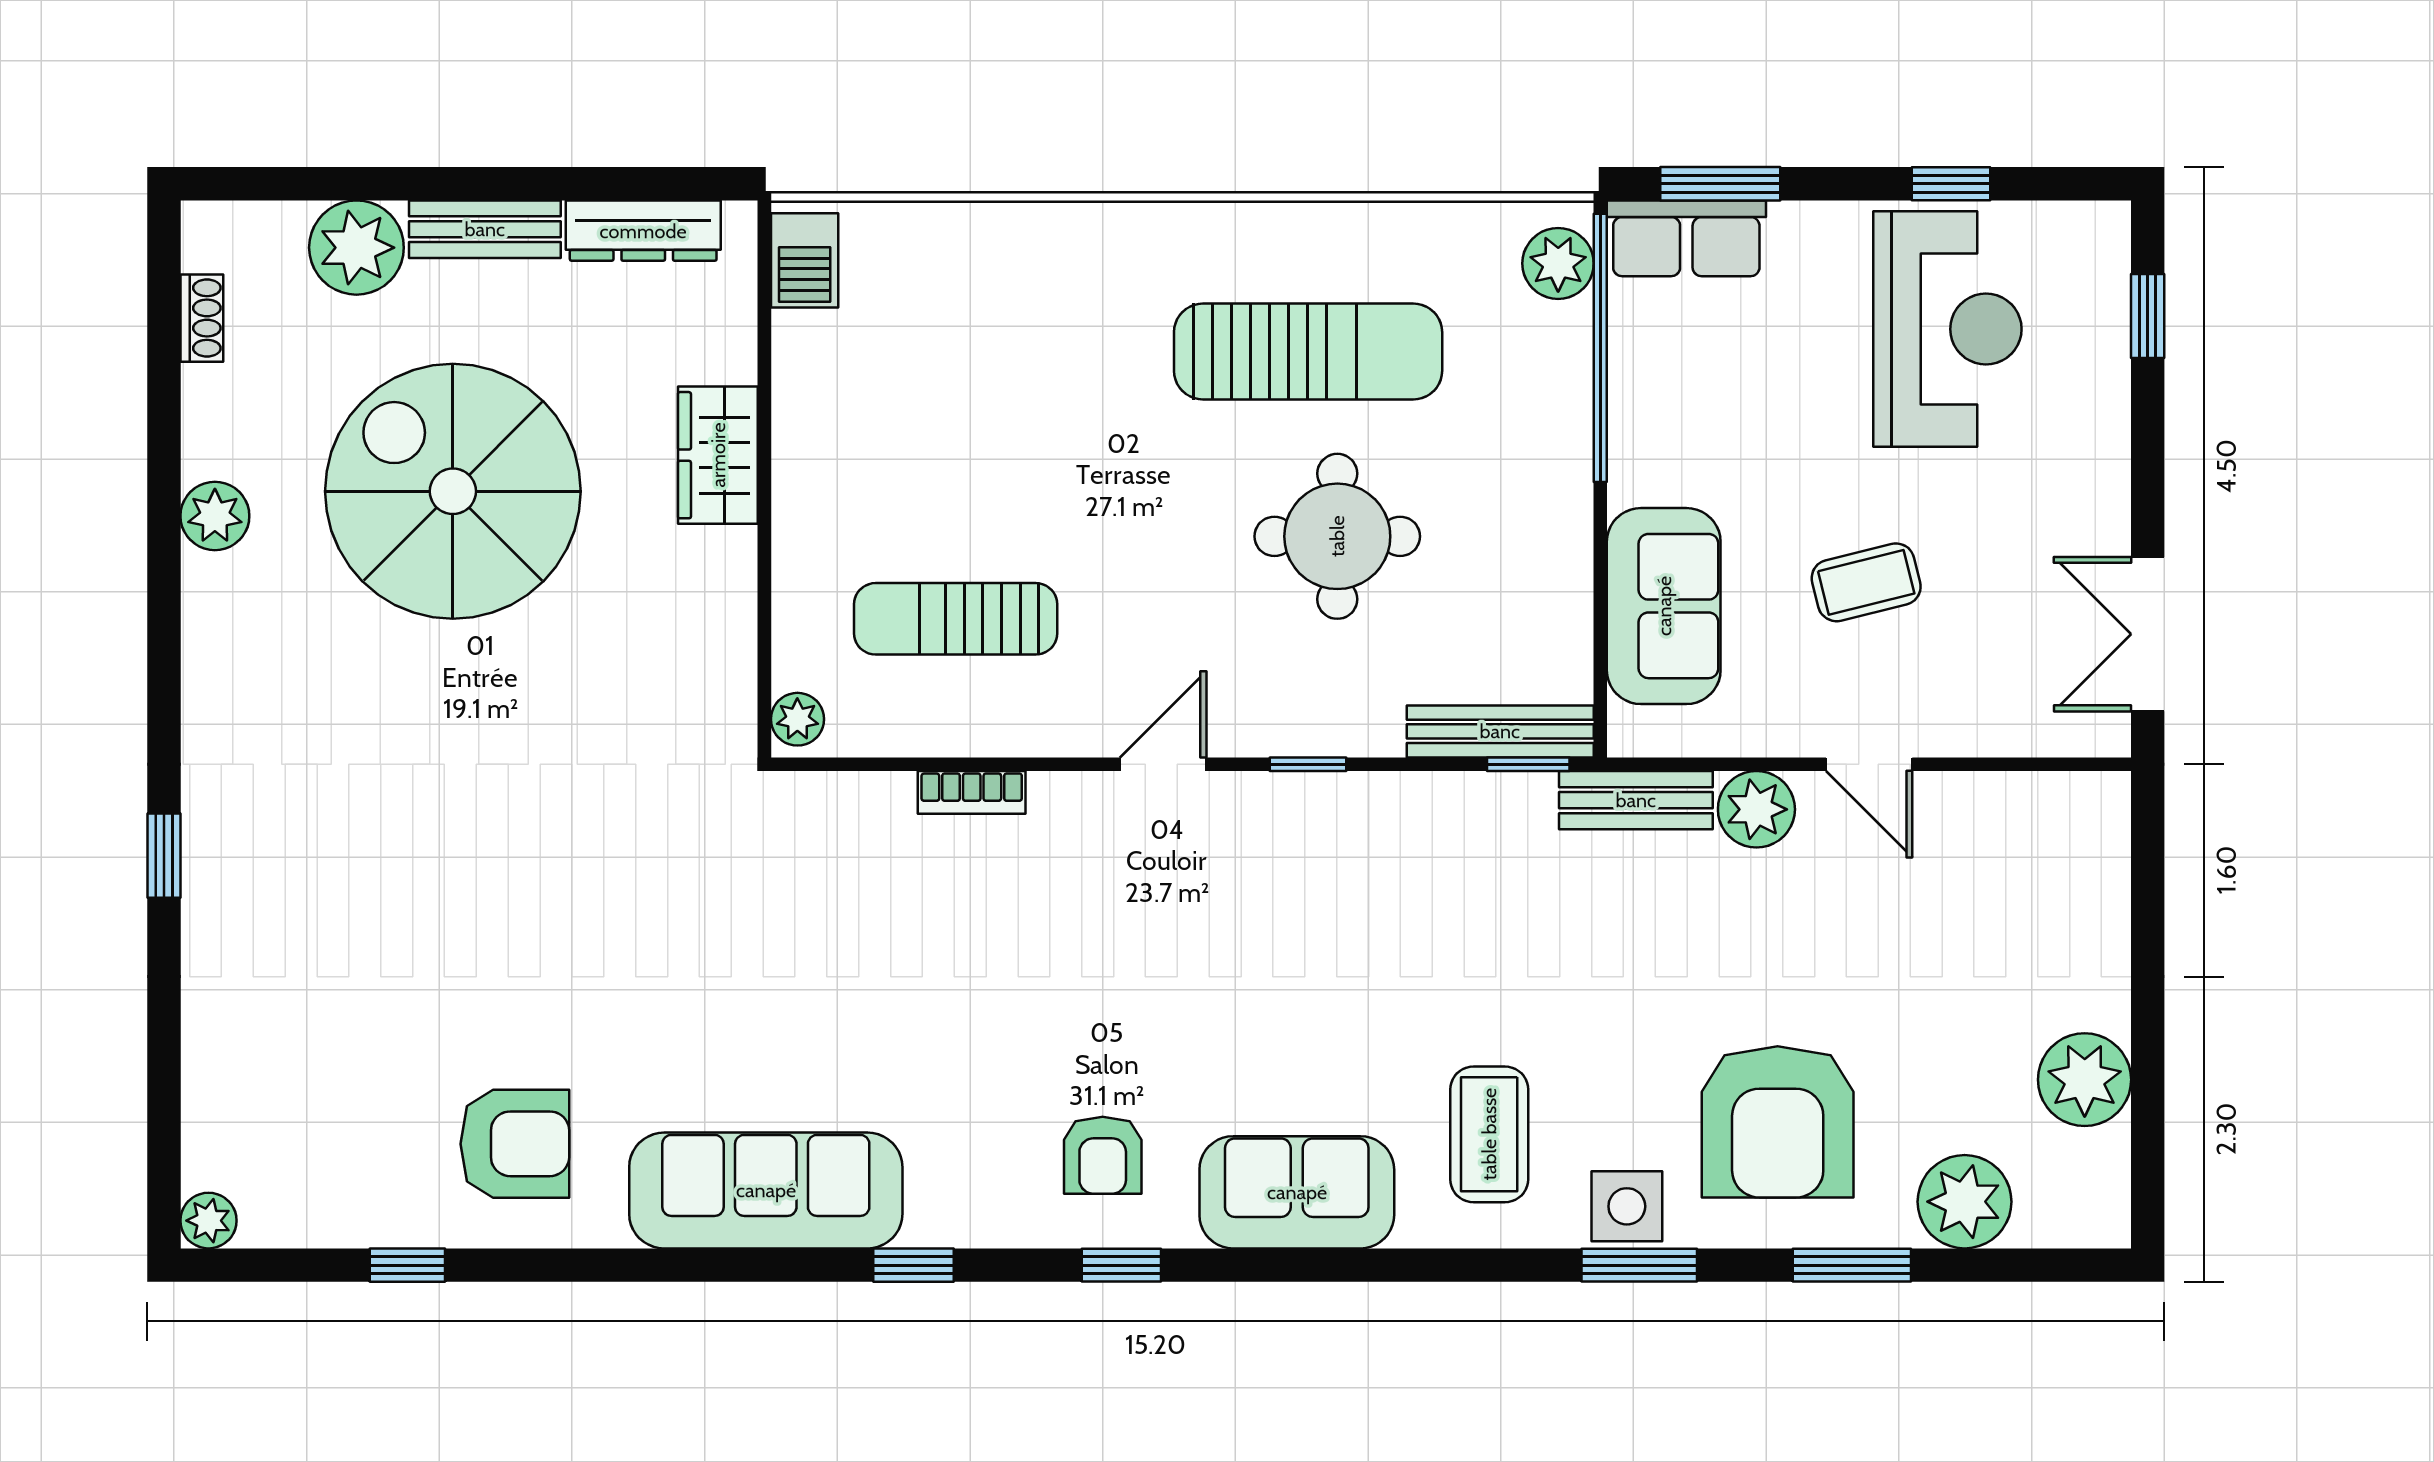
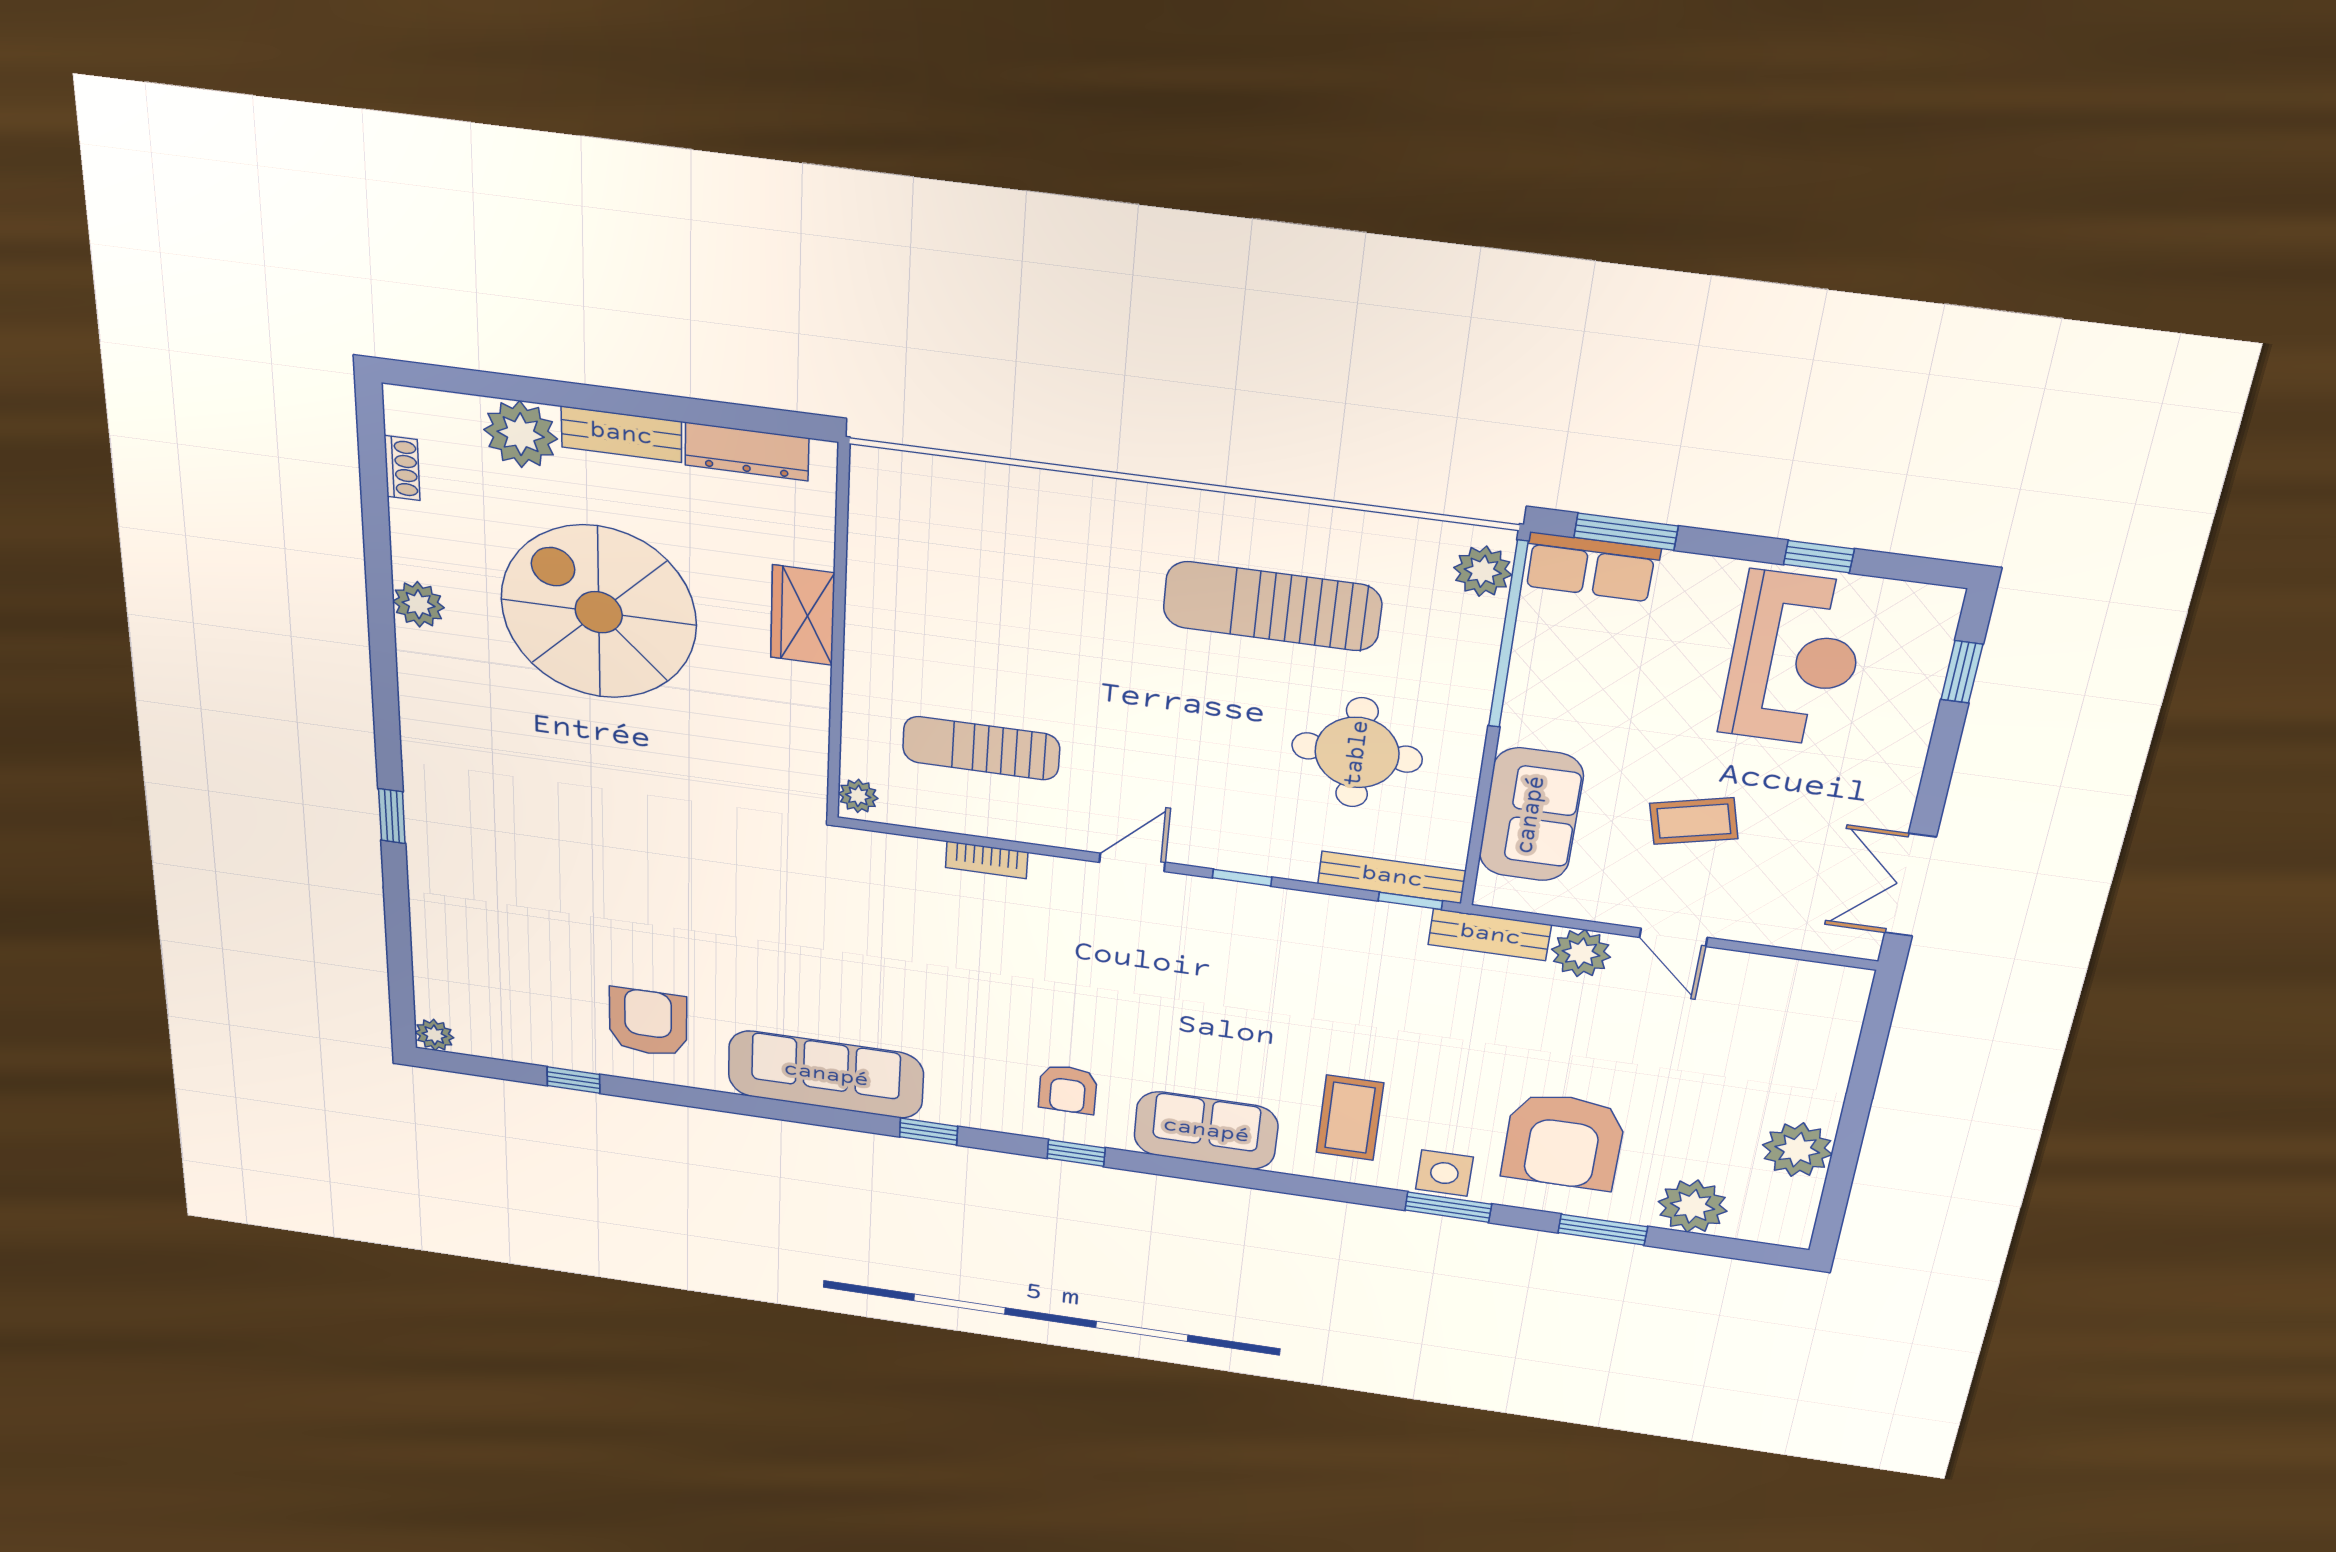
barbecue: (805, 260) -> (875, 489), removed
sun lounger: (1308, 351) -> (1272, 606), turned 180
round table: (1337, 536) -> (1357, 753), moved
armchair: (515, 1144) -> (648, 1022), turned -90

